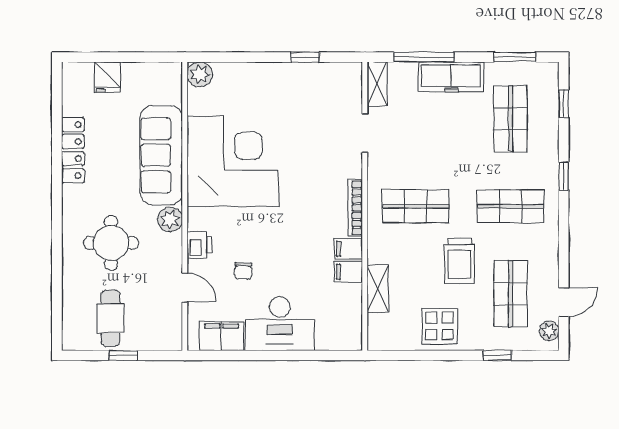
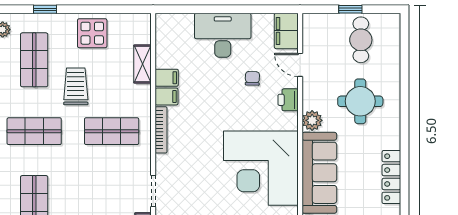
filing cabinet: (222, 336) -> (286, 31), moved, turned 90

